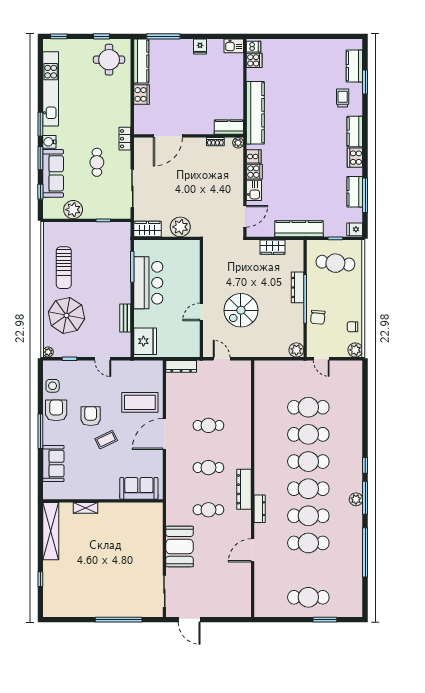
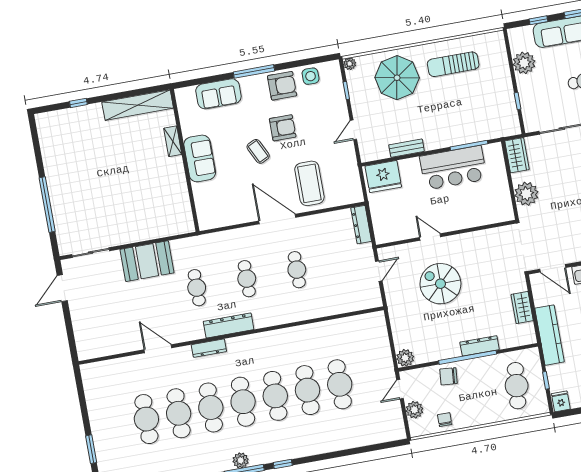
plant: (355, 350) -> (414, 410), moved
sofa: (139, 488) -> (200, 158), moved
cafe table: (308, 597) -> (146, 419), moved

